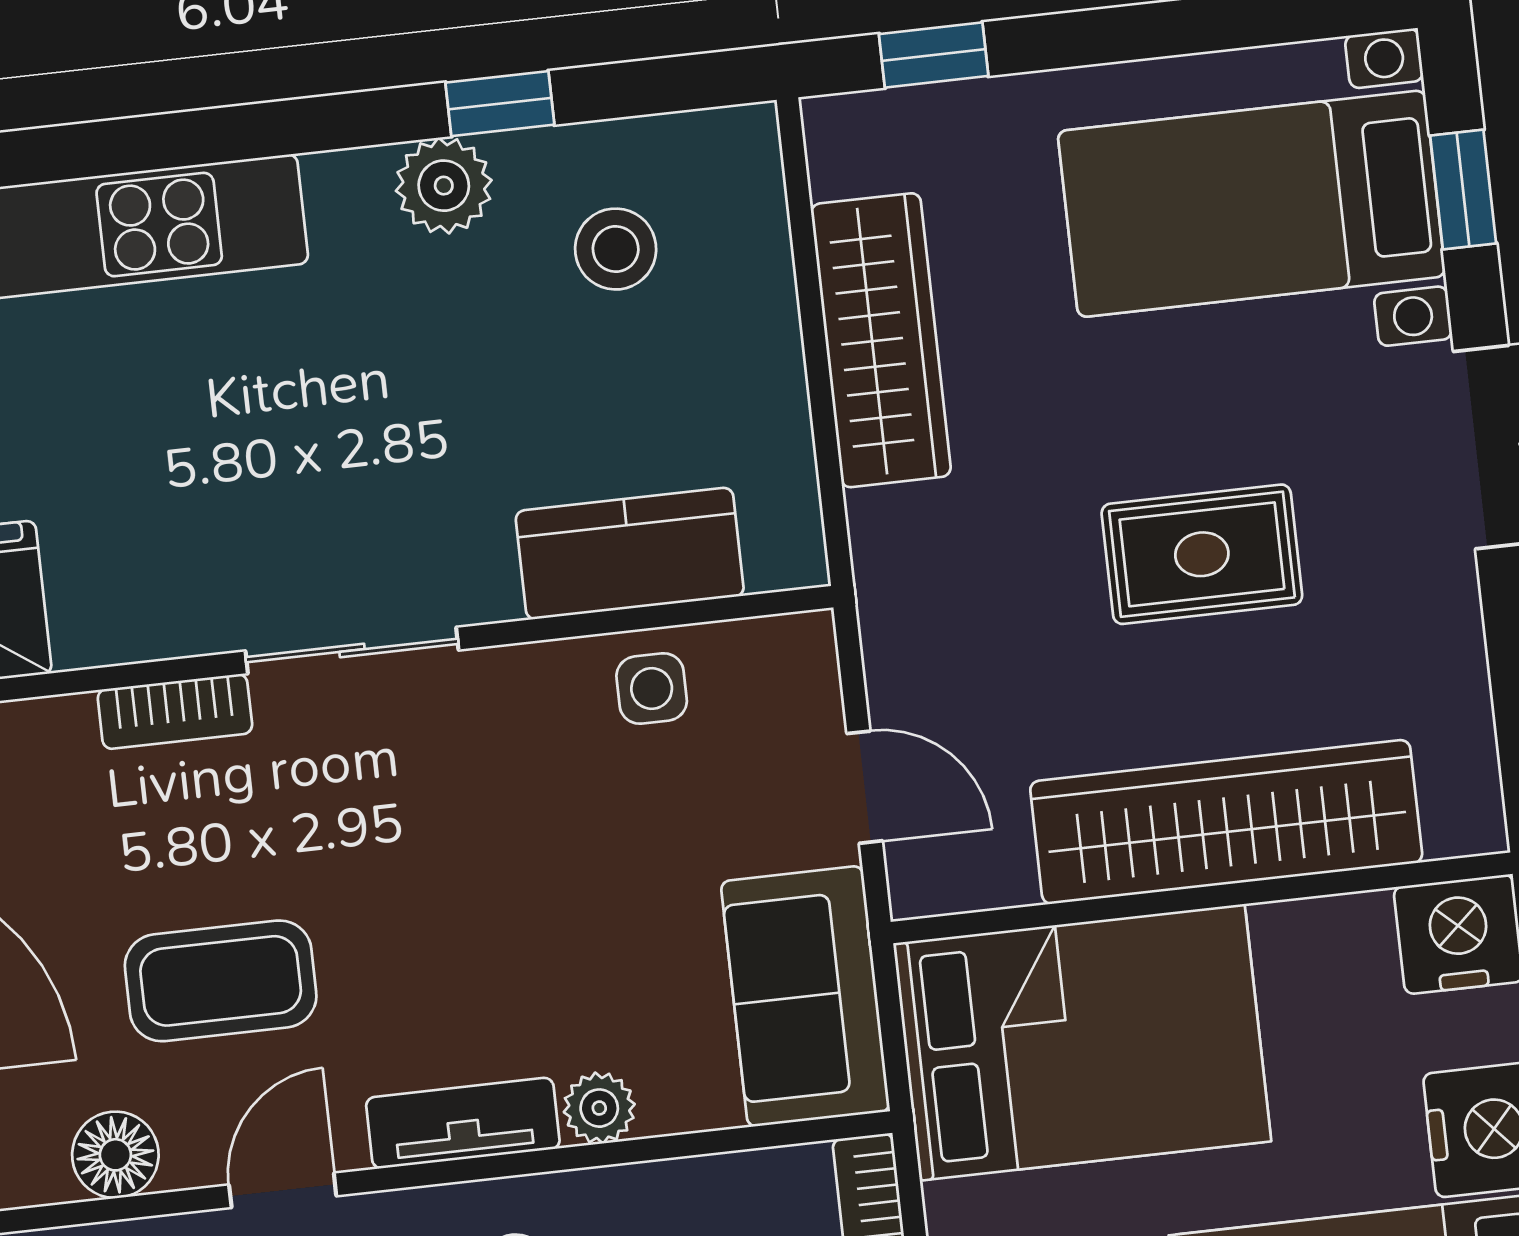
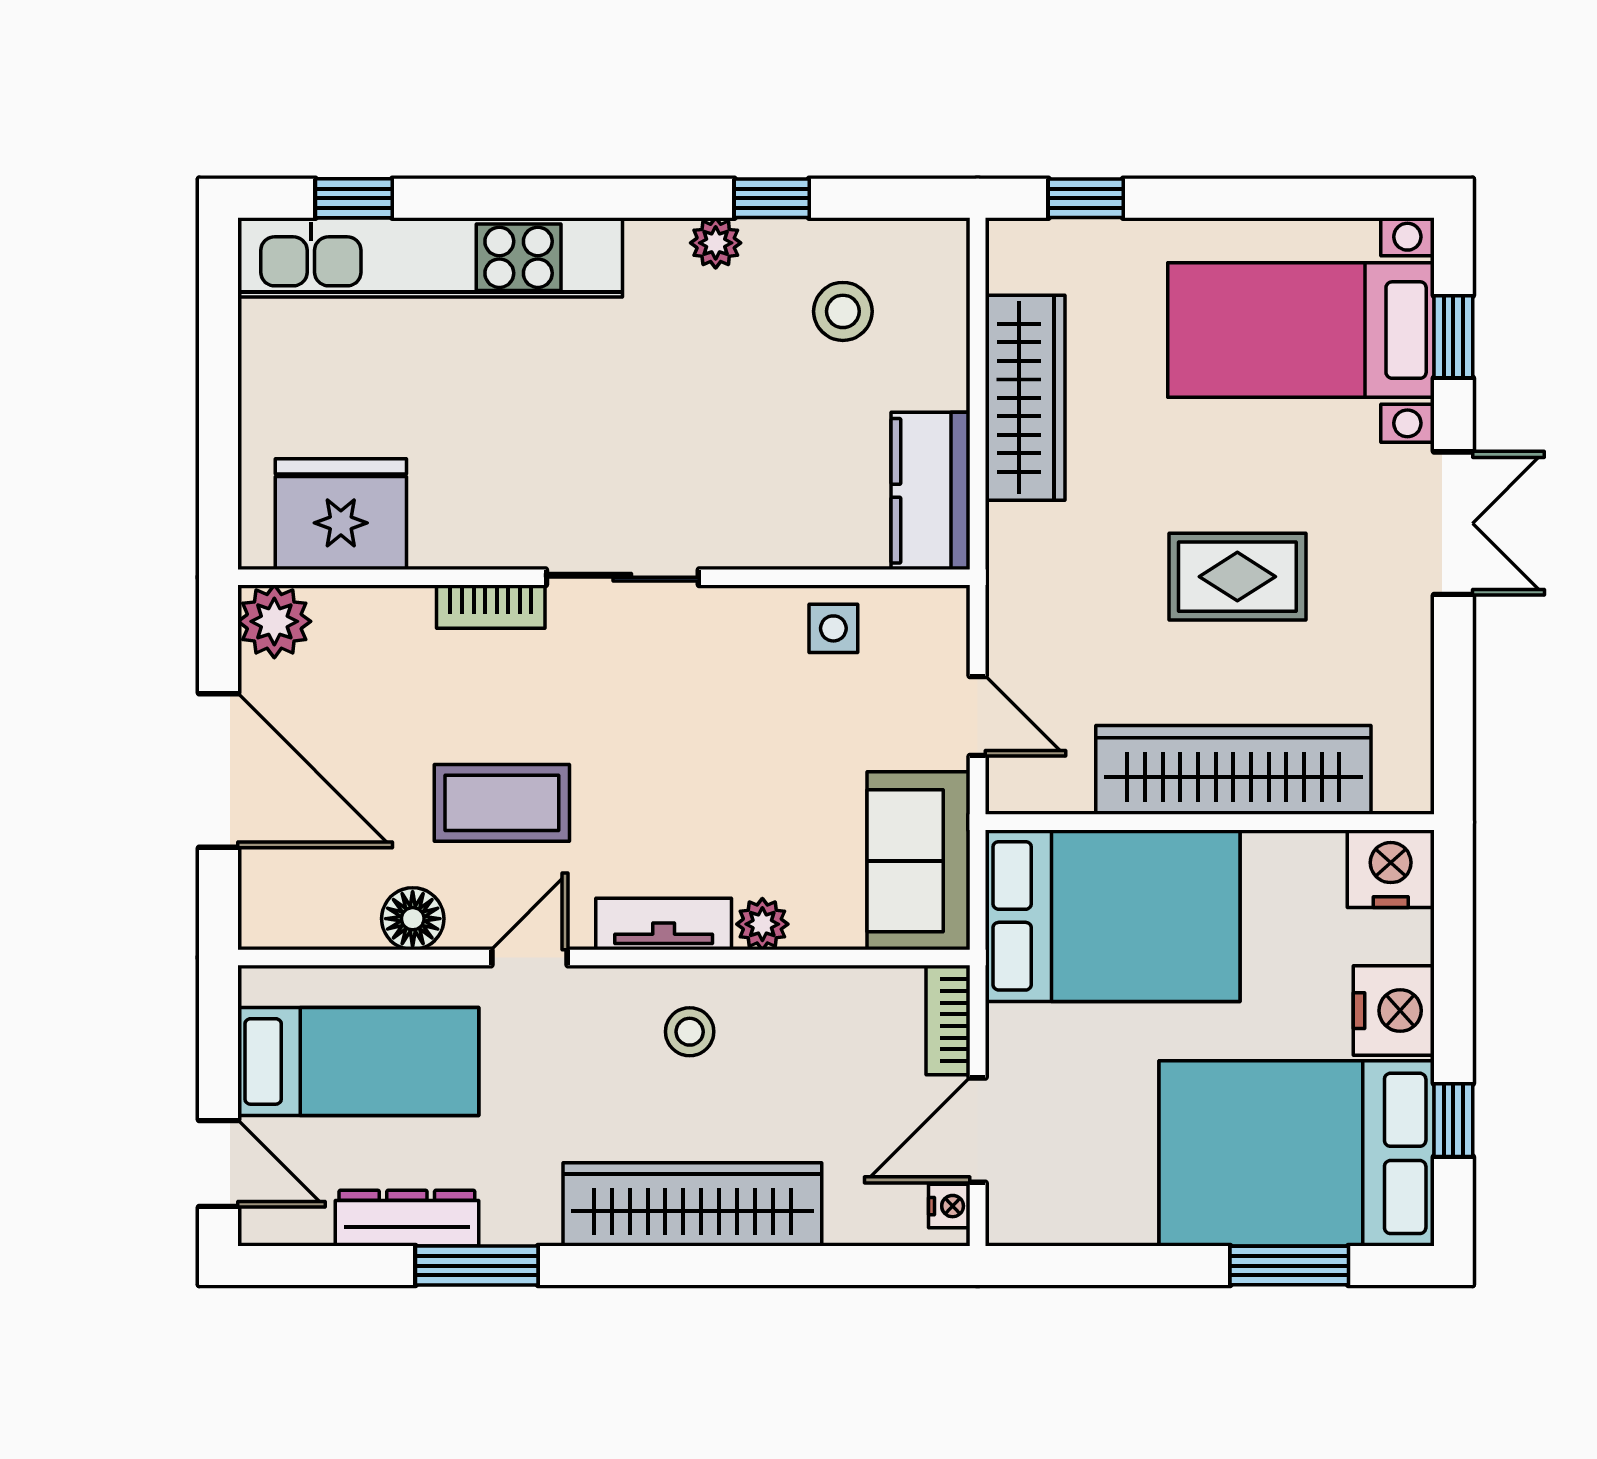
plant: (444, 186) -> (716, 243), width x0.73, depth x0.73
kitchen counter: (630, 553) -> (931, 491), moved, turned -90

